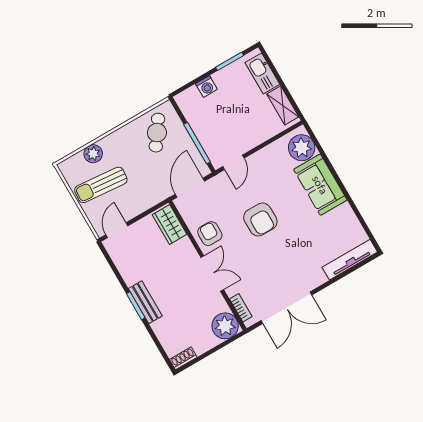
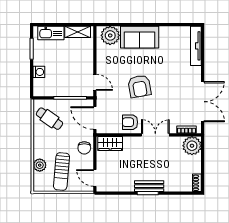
chair: (146, 196) -> (84, 148), added
armchair: (260, 219) -> (139, 86), turned 80

